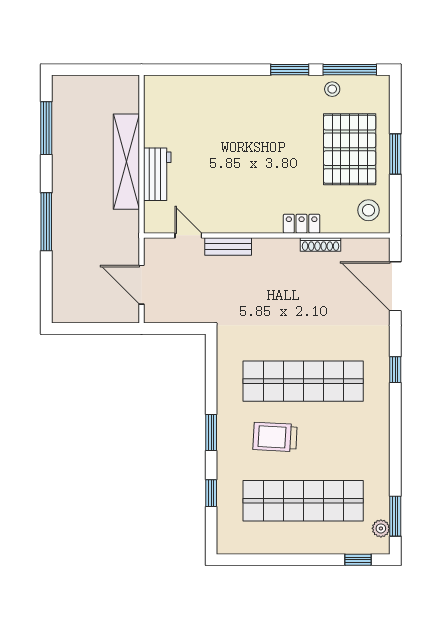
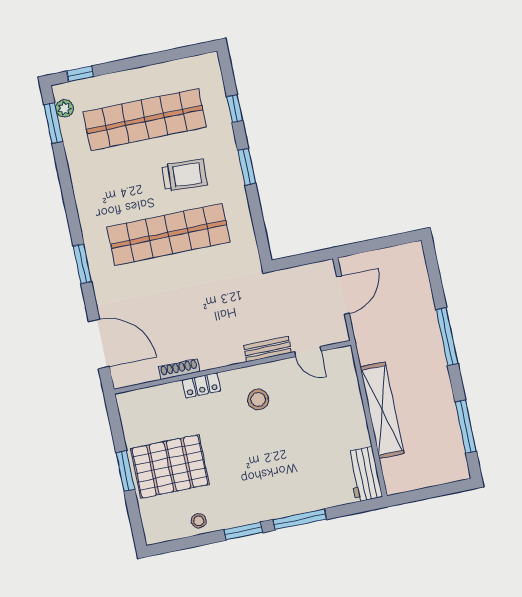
window: (350, 70) -> (300, 519), moved
pallet: (350, 149) -> (170, 467), turned 90
workbench: (157, 174) -> (364, 474), moved
stool: (368, 210) -> (258, 399), moved
door: (142, 285) -> (343, 295), hinge flipped
window: (395, 370) -> (82, 264), width x1.50

